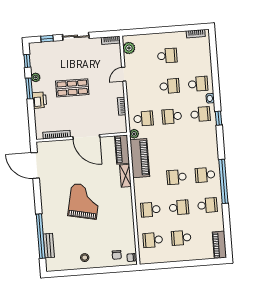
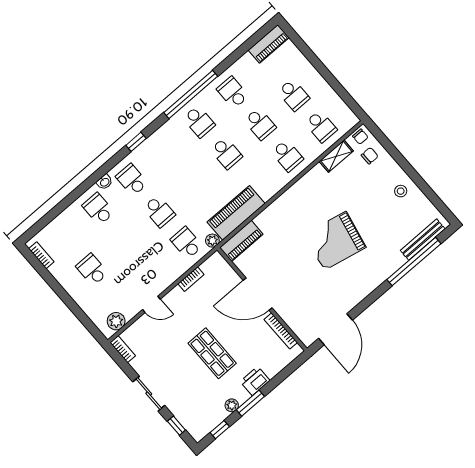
school desk: (170, 86) -> (126, 240), removed
window: (219, 118) -> (136, 142), moved
door: (86, 137) -> (258, 294), swing flipped
shelving: (125, 176) -> (336, 156), moved
school desk: (179, 207) -> (260, 124), turned 180
bench: (49, 246) -> (423, 240), width x1.36

